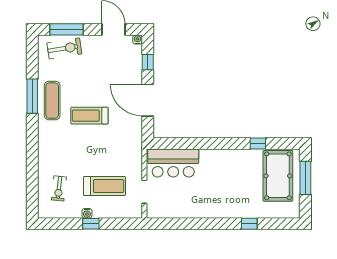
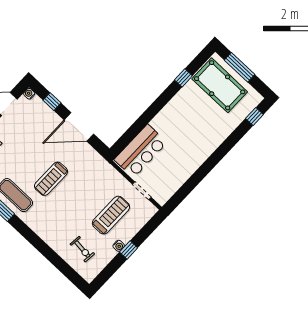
window: (249, 224) -> (254, 116), moved

